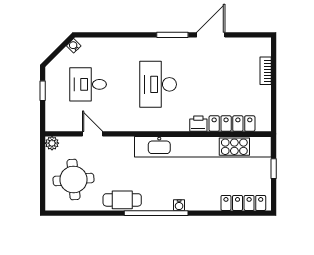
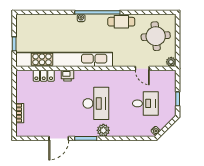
plant: (148, 46) -> (103, 130), added
locker: (232, 124) -> (44, 76), width x0.66
locker: (243, 203) -> (36, 20), removed

